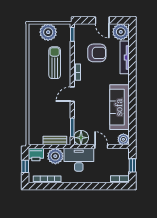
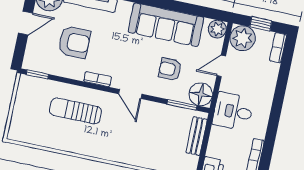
plant: (48, 32) -> (26, 111), removed
armchair: (97, 53) -> (74, 42), turned 90
armchair: (93, 115) -> (170, 69), added
plant: (55, 156) -> (243, 38), moved
desk: (79, 160) -> (233, 111), width x0.73

